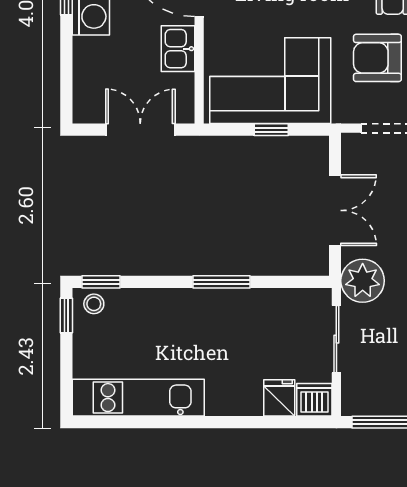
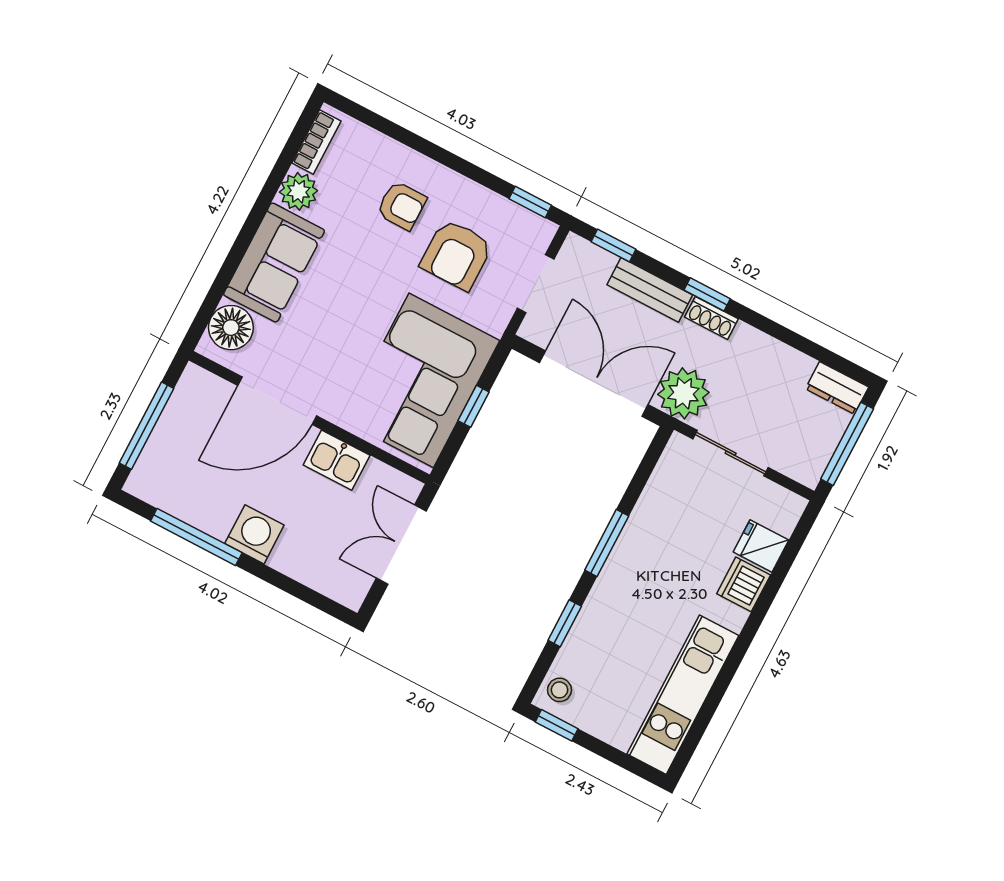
double door: (335, 210) -> (594, 384), width x1.37
window: (101, 282) -> (565, 623), moved
dishwasher: (314, 400) -> (744, 584), moved

